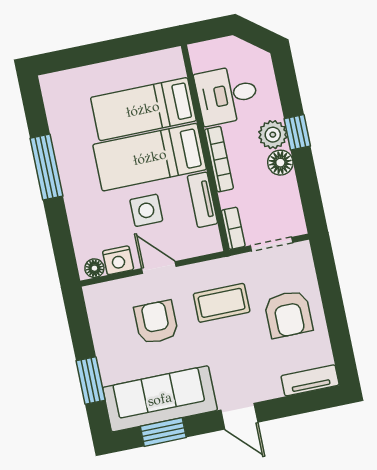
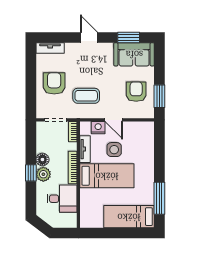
bed: (143, 109) -> (129, 217), moved, turned 180
window: (46, 167) -> (159, 198), moved
nightstand: (118, 260) -> (98, 128), moved
floor lamp: (94, 268) -> (146, 126), removed
armchair: (156, 322) -> (136, 92), moved, turned 180
window: (91, 380) -> (159, 96), moved
sofa: (160, 399) -> (134, 54), width x0.73

